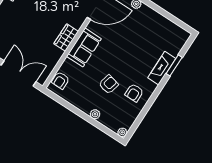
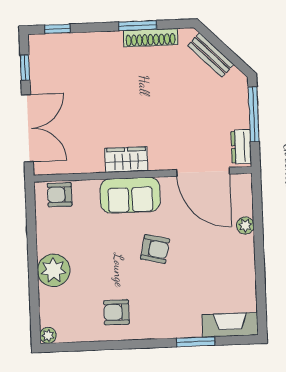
fireplace: (162, 68) -> (230, 325), moved
armchair: (109, 84) -> (155, 249), moved
plant: (95, 114) -> (54, 270), width x1.87, depth x1.87

